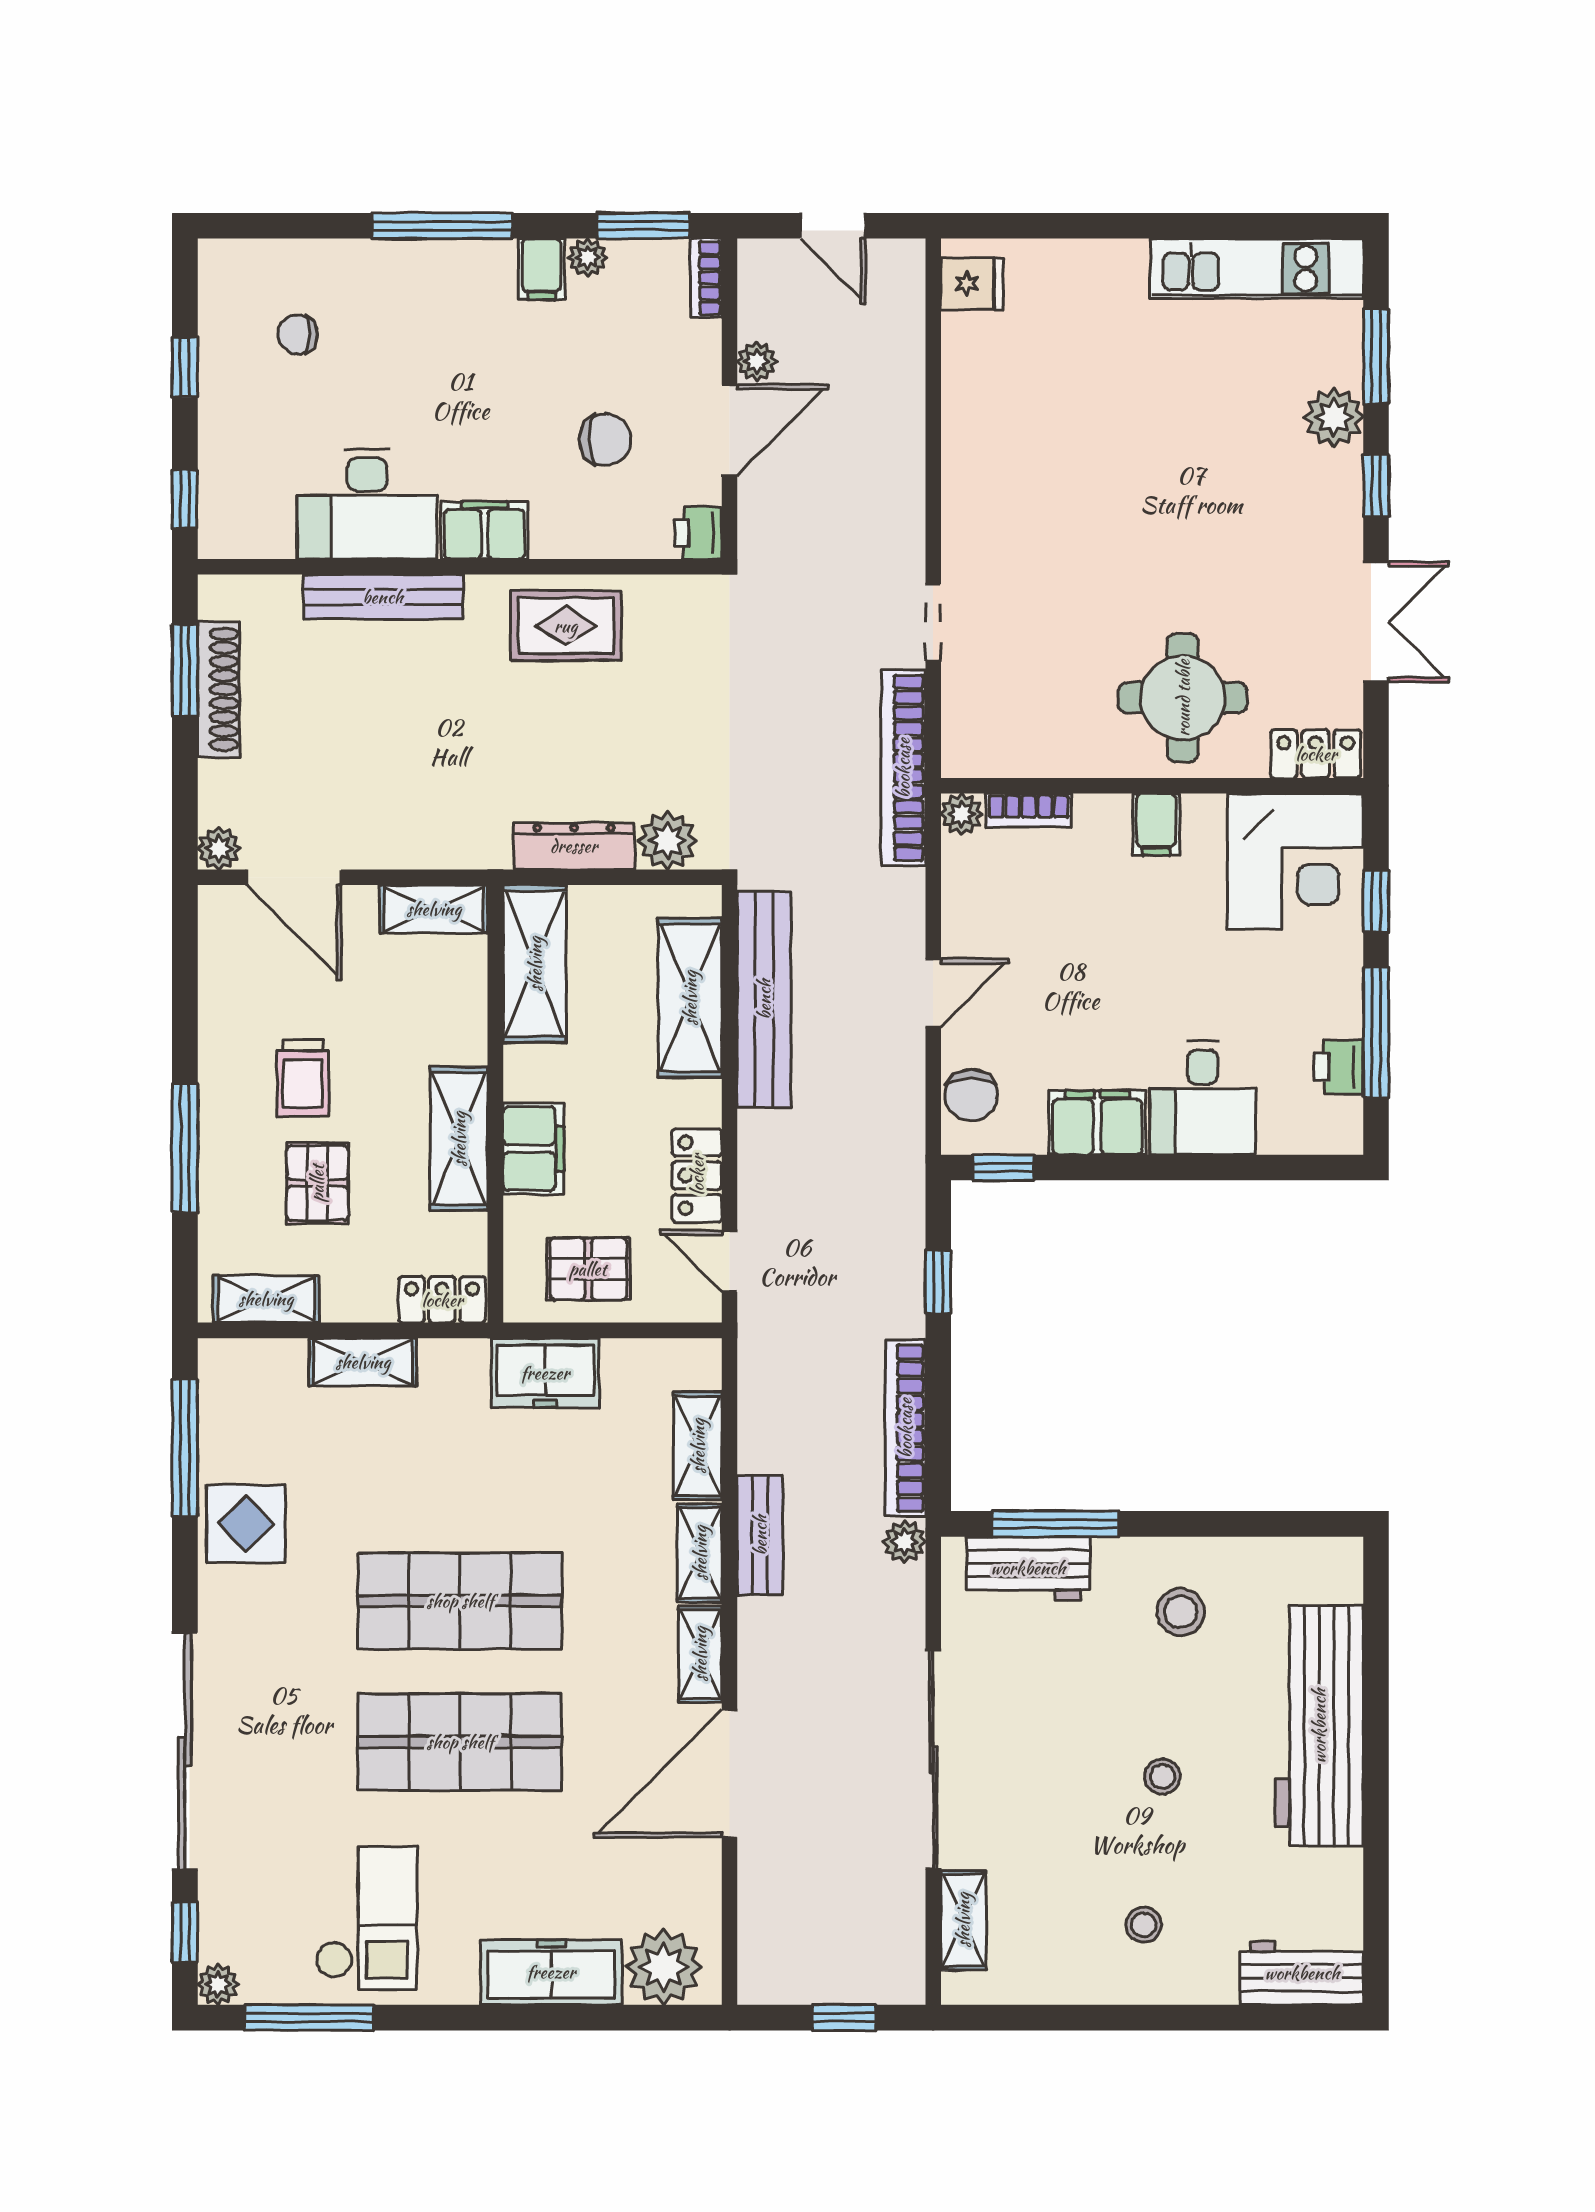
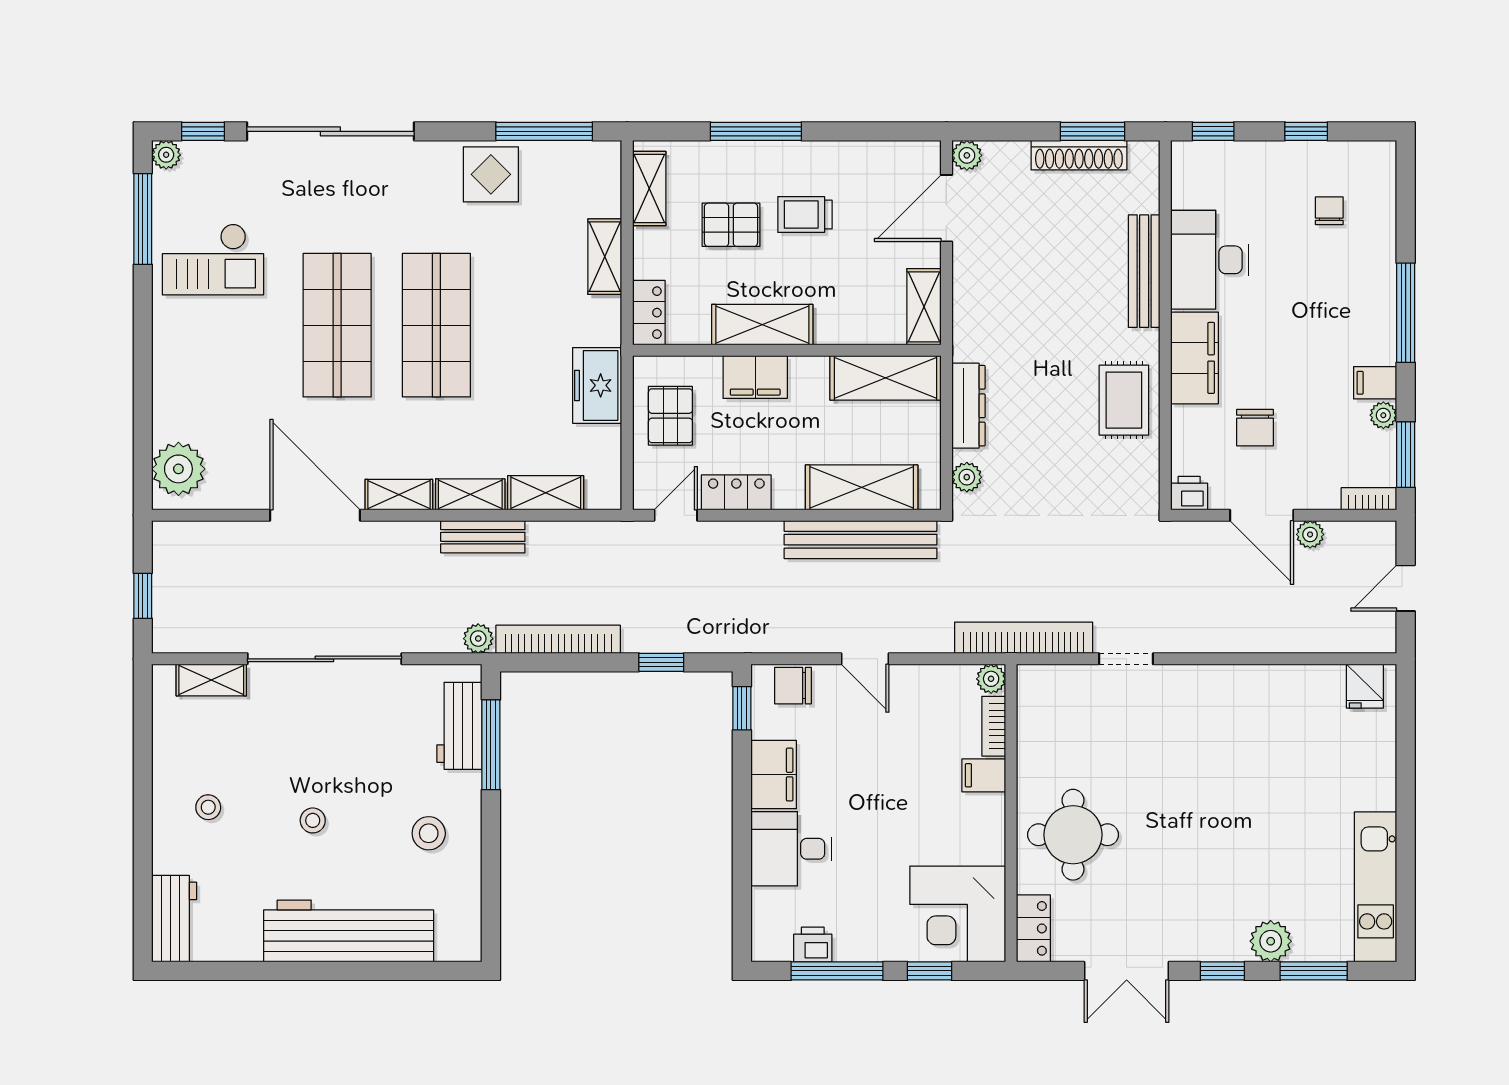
filing cabinet: (485, 530) -> (1194, 358), width x1.50, depth x1.17
filing cabinet: (1156, 824) -> (984, 775), moved
plant: (667, 841) -> (967, 477), width x0.73, depth x0.73
freezer: (551, 1972) -> (175, 390), removed

